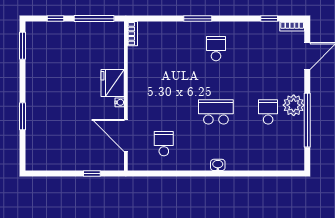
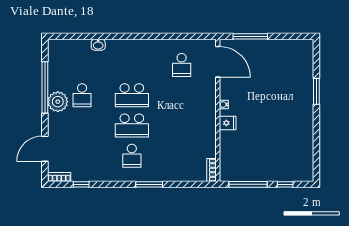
window: (23, 46) -> (316, 159), removed
school desk: (216, 80) -> (132, 126), added
fridge: (113, 83) -> (228, 123), width x0.53, depth x0.75
door: (126, 135) -> (218, 62), moved
washbasin: (218, 165) -> (98, 45), moved
window: (92, 174) -> (250, 36), width x2.17

